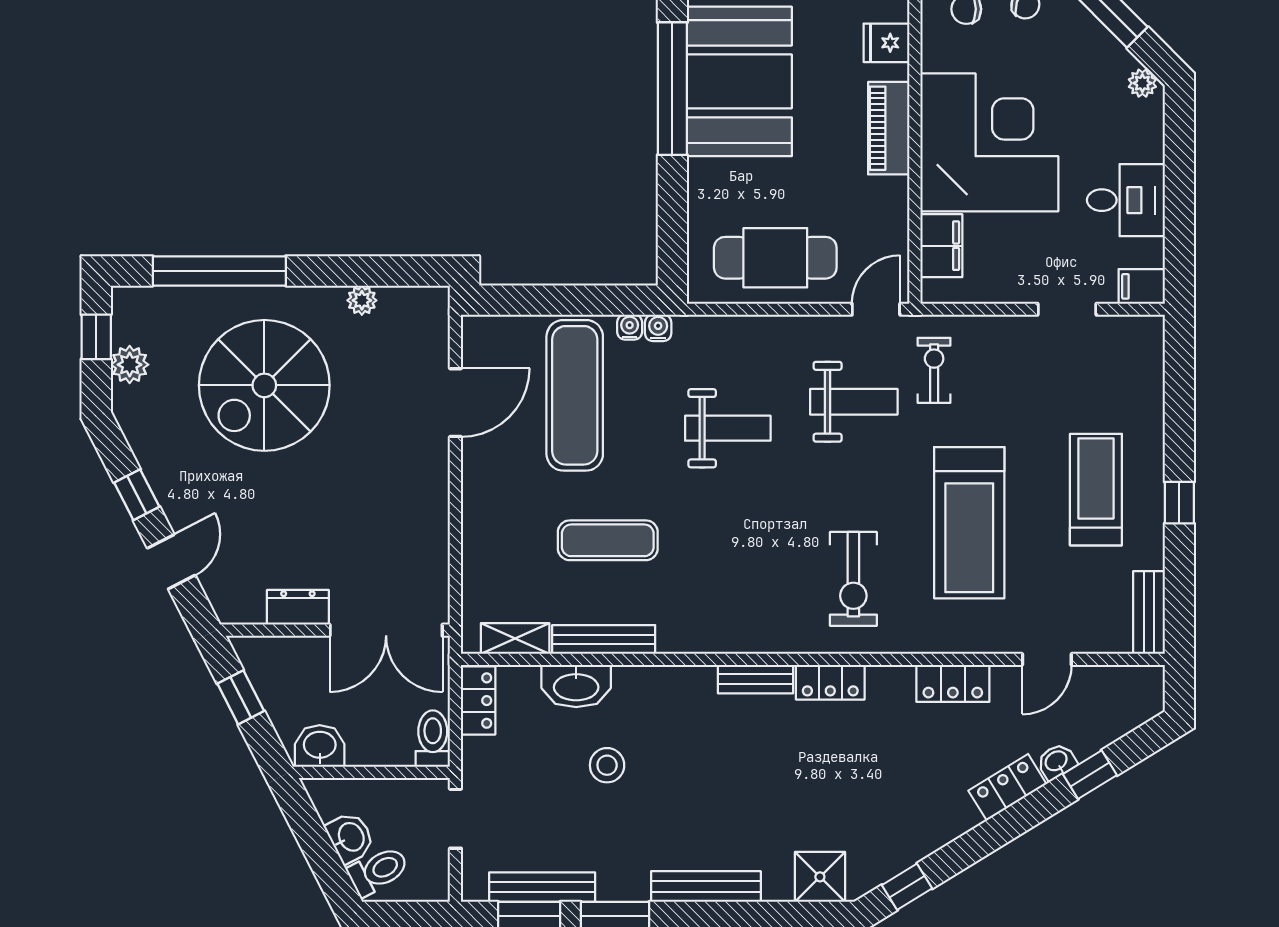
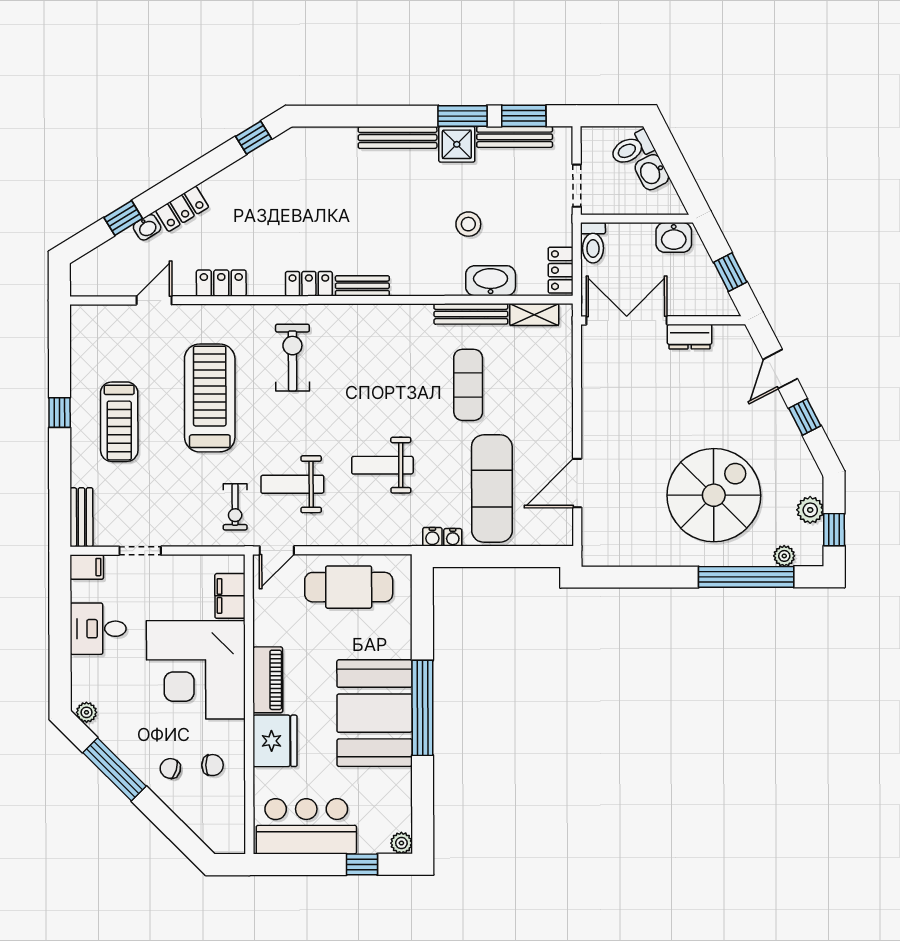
fridge: (887, 43) -> (275, 741), width x1.88, depth x1.34
plant: (362, 300) -> (784, 556), moved
exercise mat: (608, 540) -> (468, 385), turned 90
bench: (1149, 612) -> (81, 517), moved
shower: (820, 877) -> (457, 144), moved

